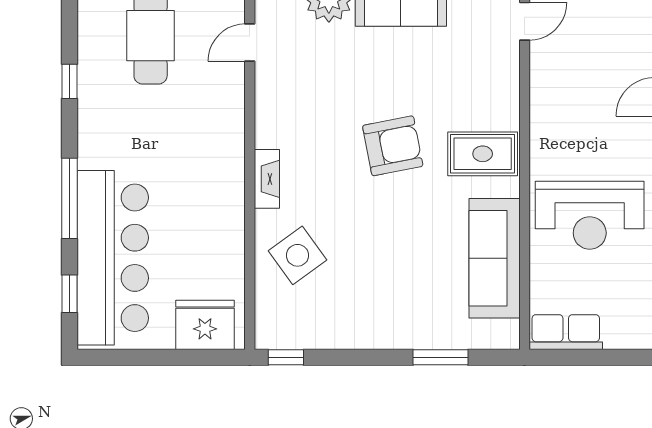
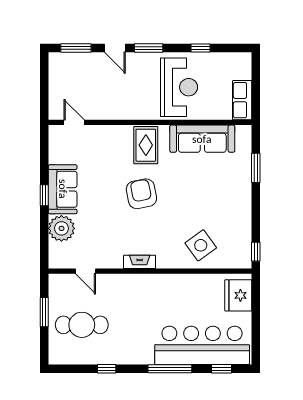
fireplace: (267, 179) -> (140, 262), moved

